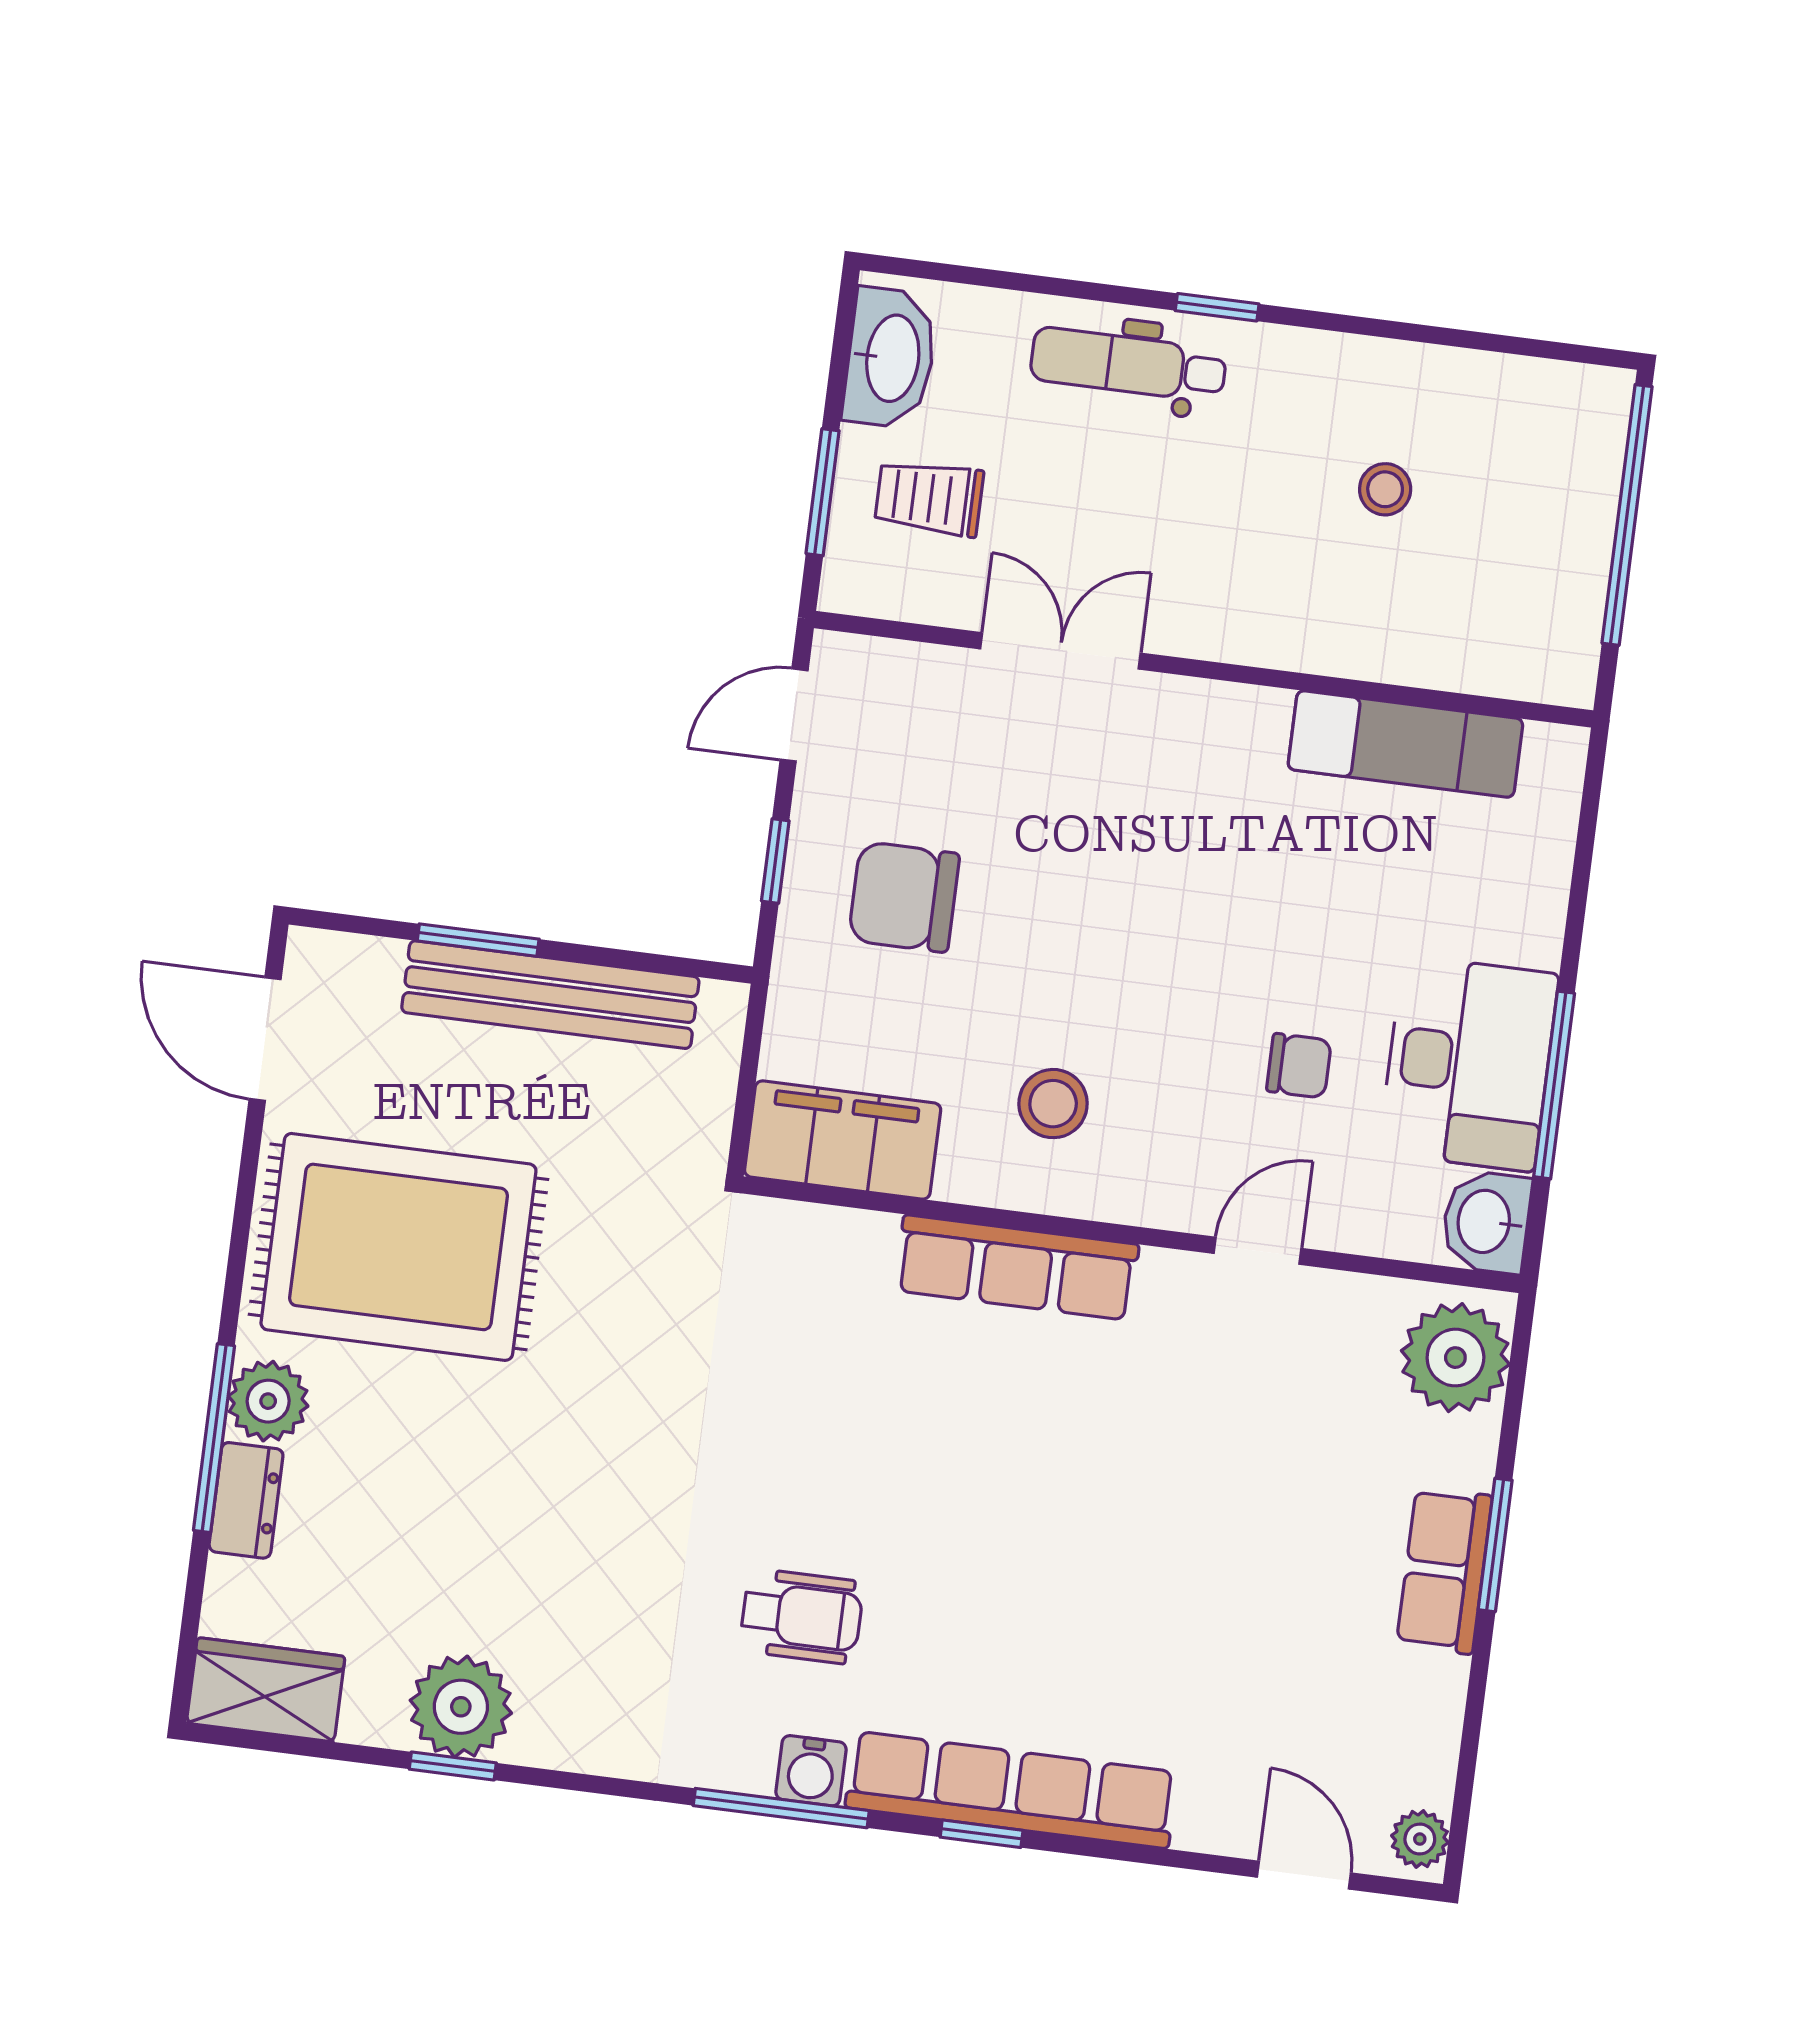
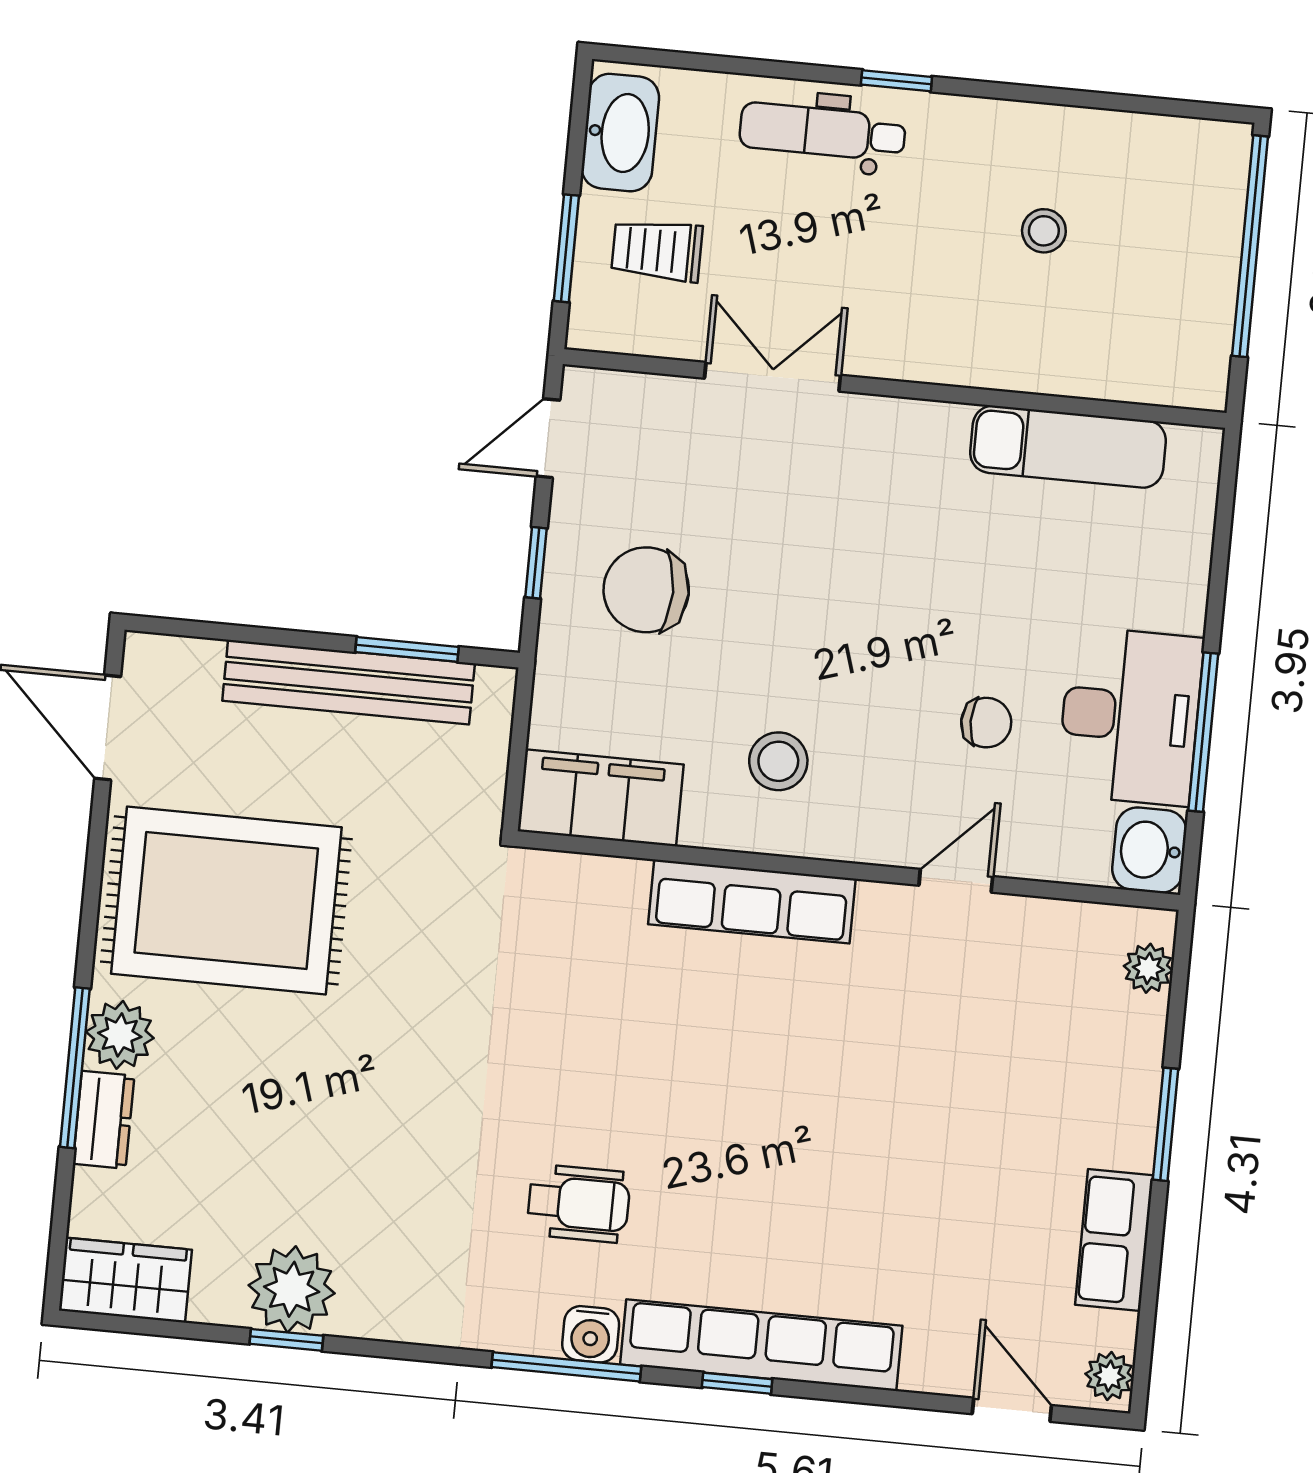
window: (478, 940) -> (407, 649), moved
plant: (1455, 1358) -> (1148, 968), width x0.53, depth x0.53
row of seats: (1444, 1570) -> (1114, 1240), moved

